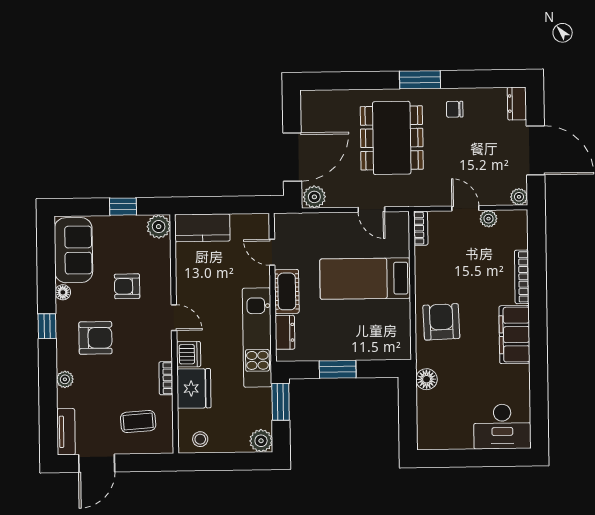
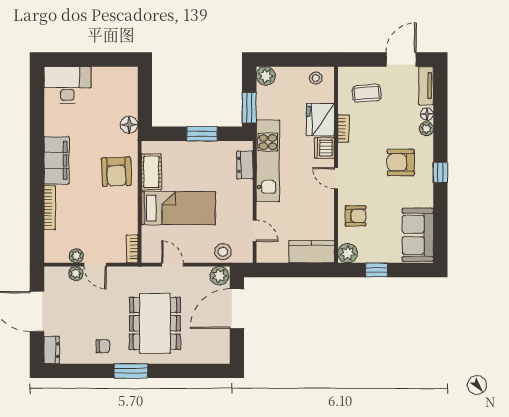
plant: (519, 197) -> (76, 273), moved
stool: (310, 226) -> (223, 252), added
armchair: (127, 286) -> (356, 216), moved
cot: (287, 291) -> (151, 172), moved
floor lamp: (63, 292) -> (427, 114), moved

